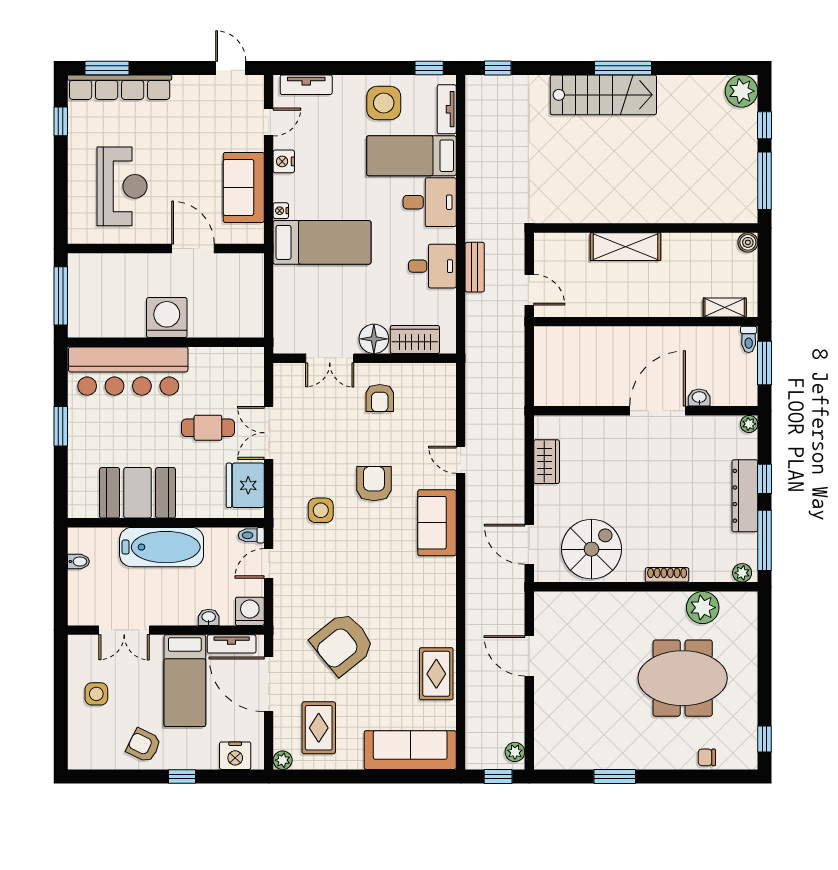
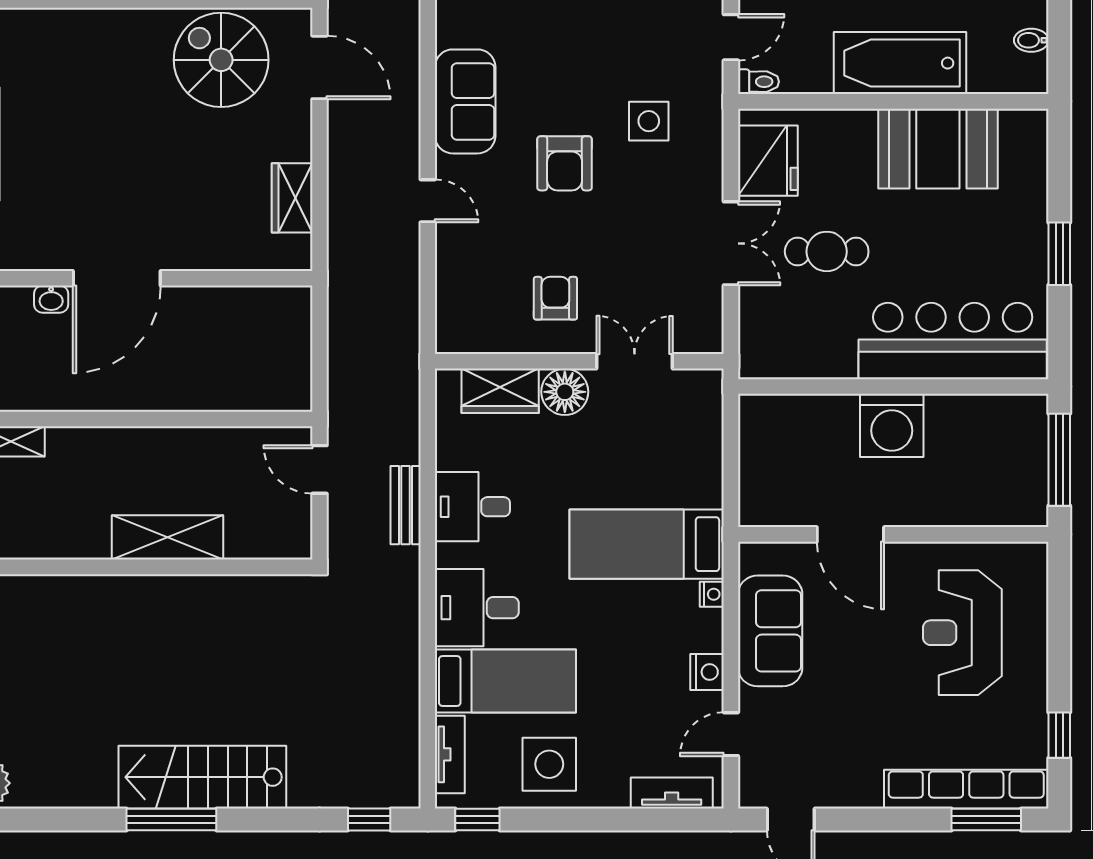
spiral stairs: (591, 549) -> (221, 60), turned 90
shoe rack: (667, 575) -> (102, 19), removed

